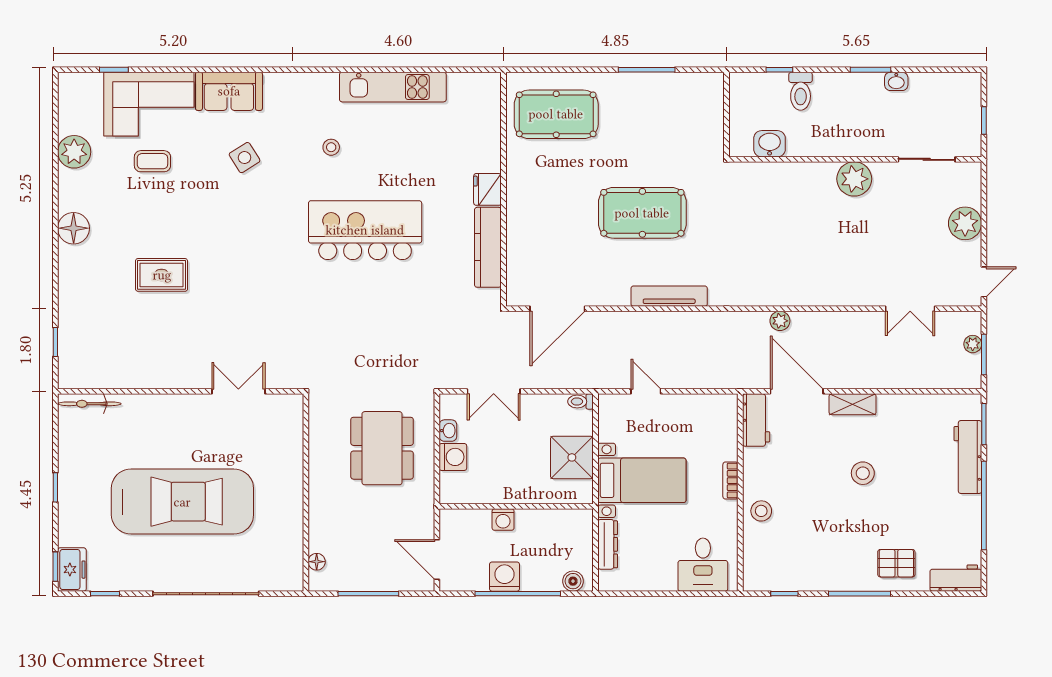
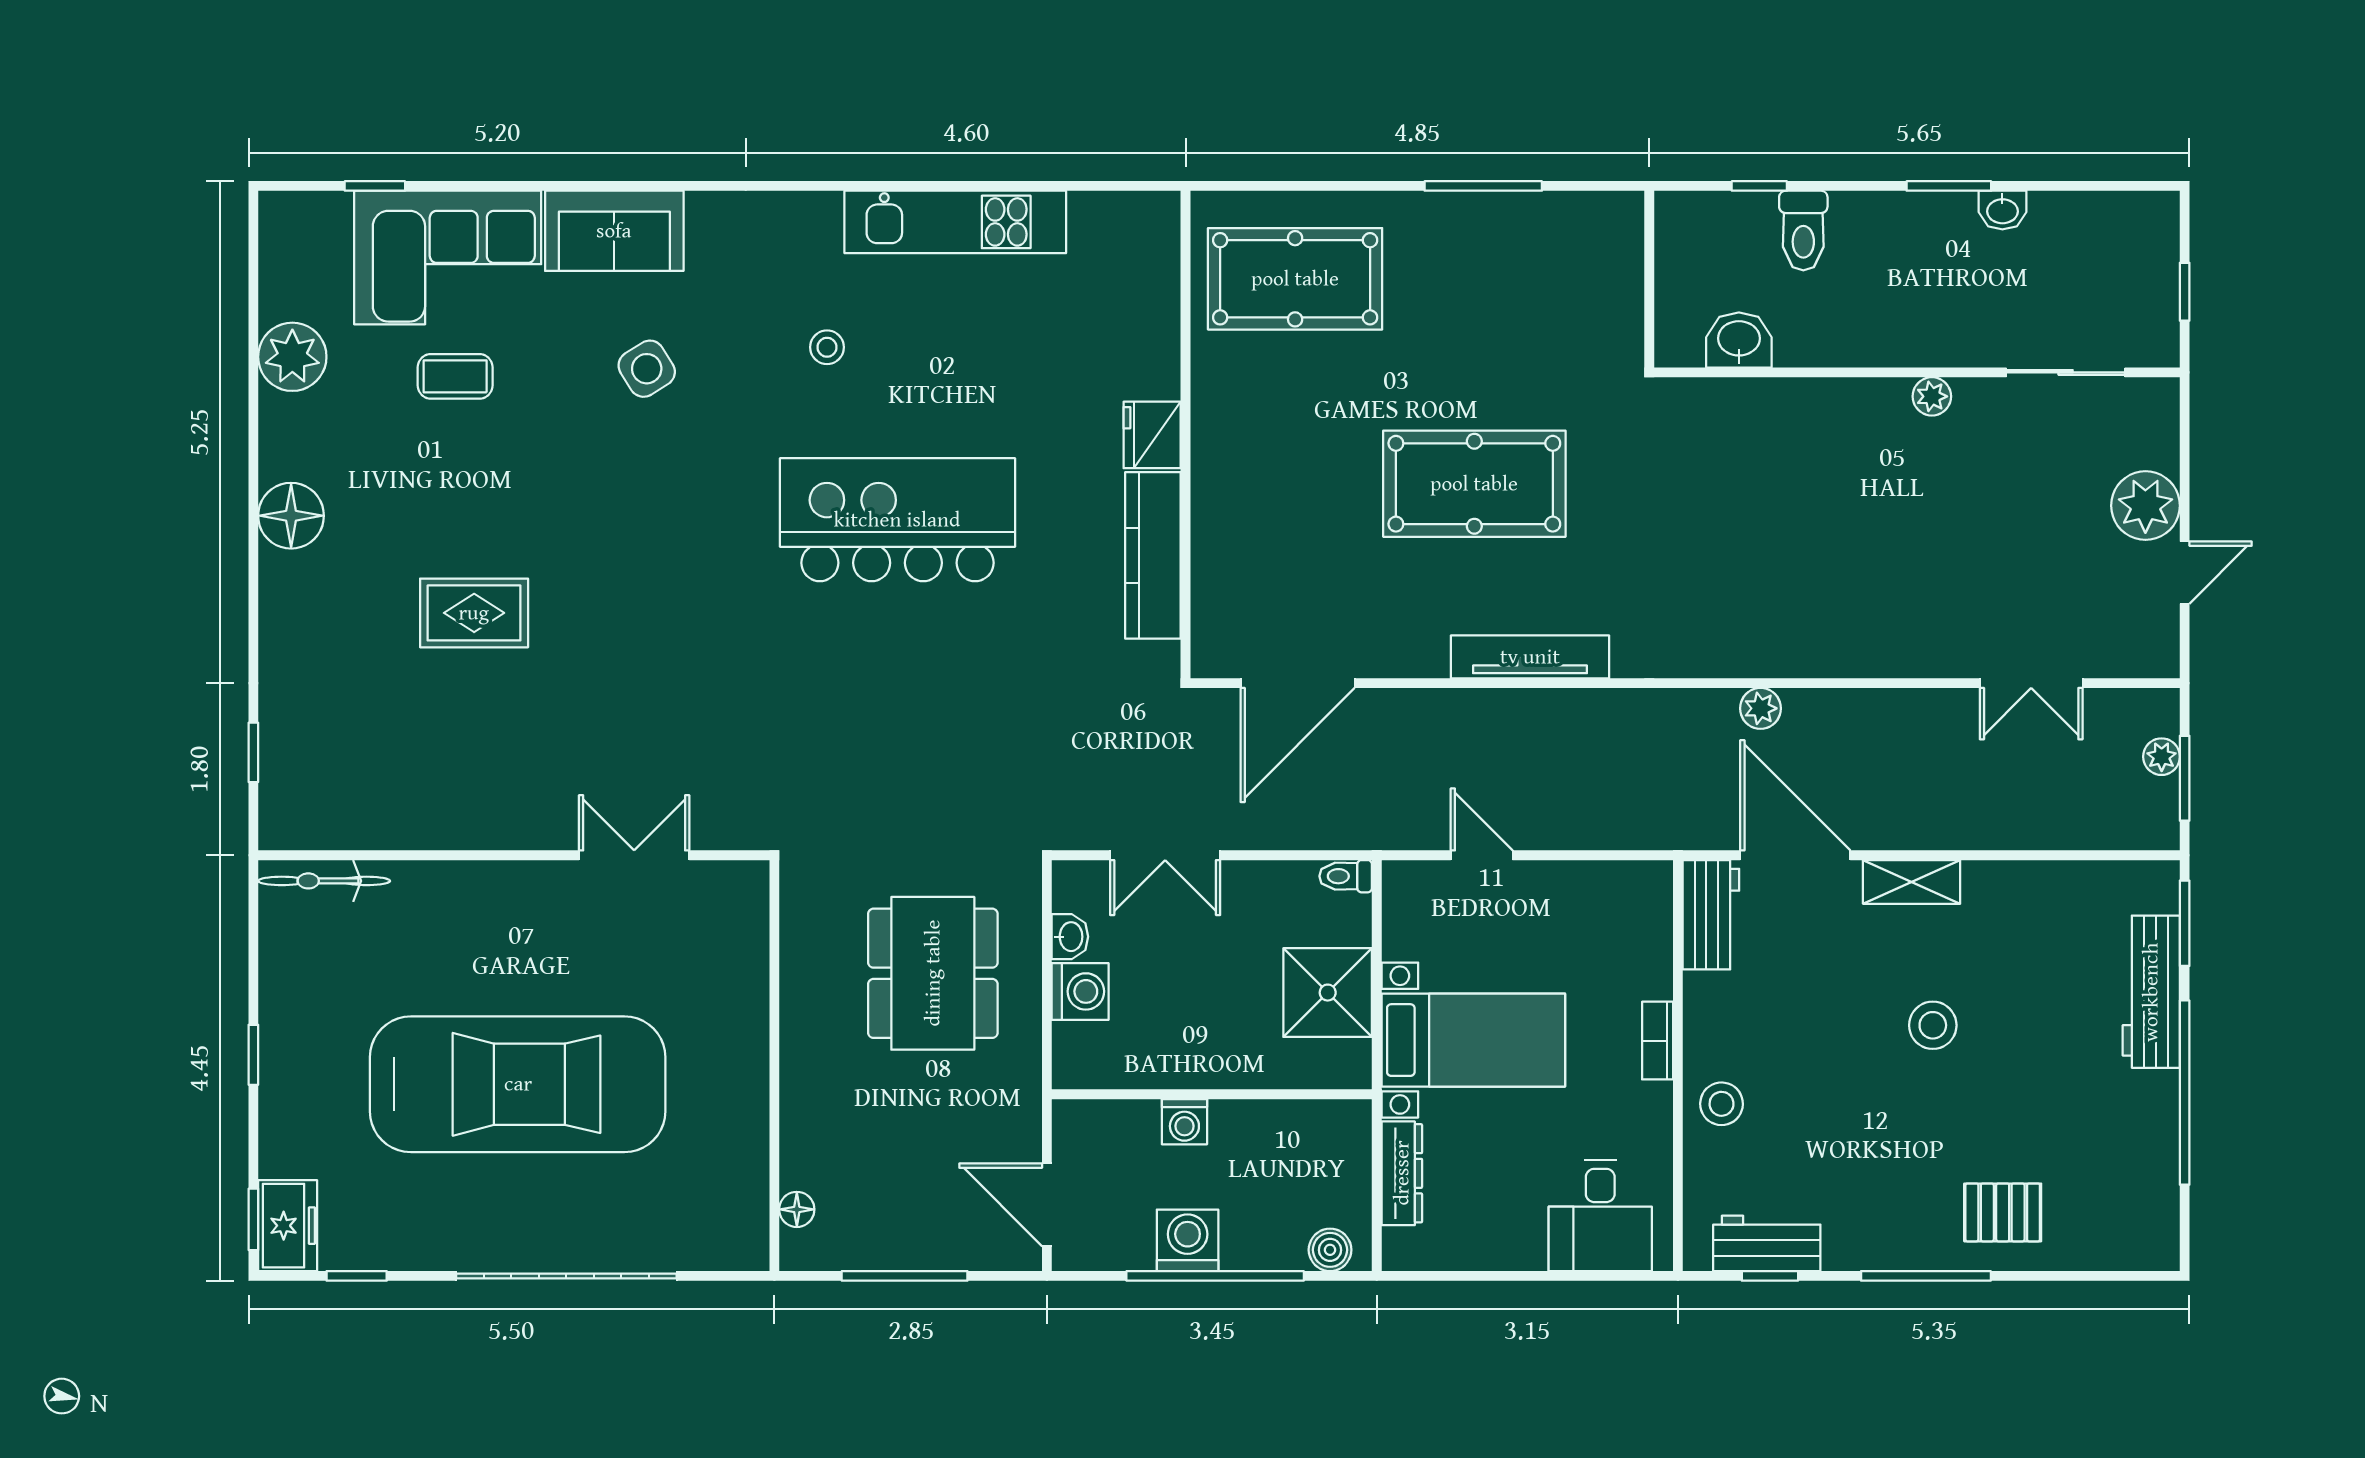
plant: (854, 179) -> (1932, 396), width x0.53, depth x0.53
door: (984, 282) -> (2185, 573), moved
workbench: (956, 578) -> (1767, 1243), moved

